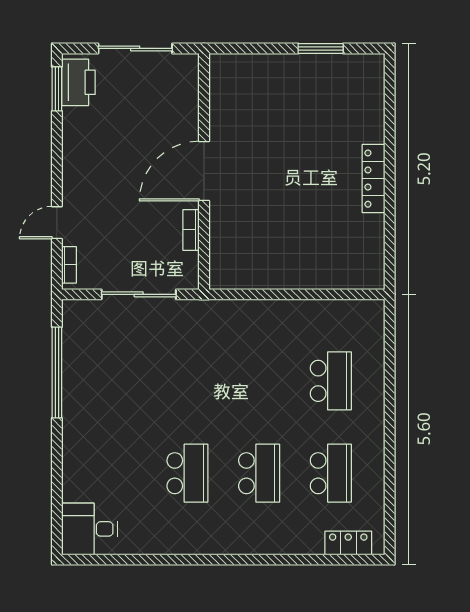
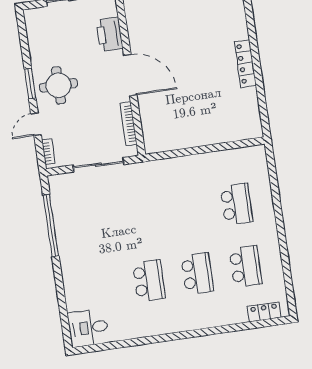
printer: (78, 82) -> (109, 34), moved, turned 180
window: (57, 89) -> (30, 83), moved
round table: (98, 171) -> (58, 85), added
door: (204, 171) -> (130, 75), swing flipped
bookcase: (191, 230) -> (128, 124), width x1.56

